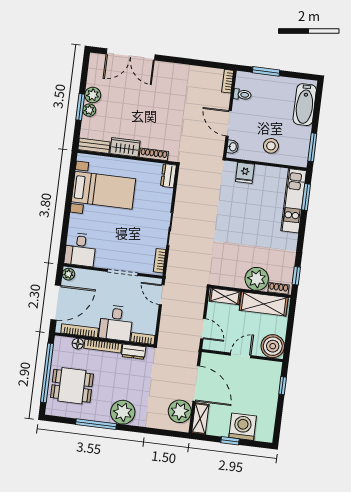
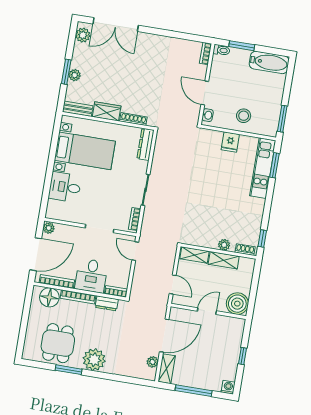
plant: (93, 95) -> (83, 35), moved
toilet: (242, 95) -> (221, 50), moved
bathtub: (305, 105) -> (269, 62), moved, turned -90
fridge: (245, 173) -> (230, 142), moved
dresser: (168, 176) -> (145, 144), width x1.44
desk: (80, 250) -> (65, 187), moved, turned 90
plant: (257, 279) -> (224, 245), width x0.53, depth x0.53
shelving: (264, 304) -> (224, 260), width x0.67, depth x0.75
floor lamp: (78, 344) -> (49, 297), width x1.89, depth x1.89
window: (47, 373) -> (25, 320), removed
door: (196, 383) -> (164, 336), hinge flipped
dining table: (72, 386) -> (58, 343), moved, turned 90
window: (283, 386) -> (243, 356), moved
plant: (180, 411) -> (153, 362), width x0.53, depth x0.53
window: (96, 424) -> (69, 370), width x0.69
washing machine: (243, 427) -> (228, 387), moved, width x0.53, depth x0.53
window: (230, 441) -> (194, 391), width x2.17

